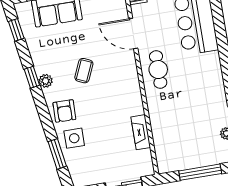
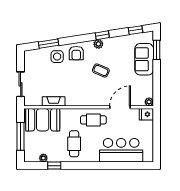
cafe table: (198, 92) -> (74, 144), added
armchair: (64, 111) -> (76, 53), turned -91
booth: (170, 144) -> (43, 120), added

